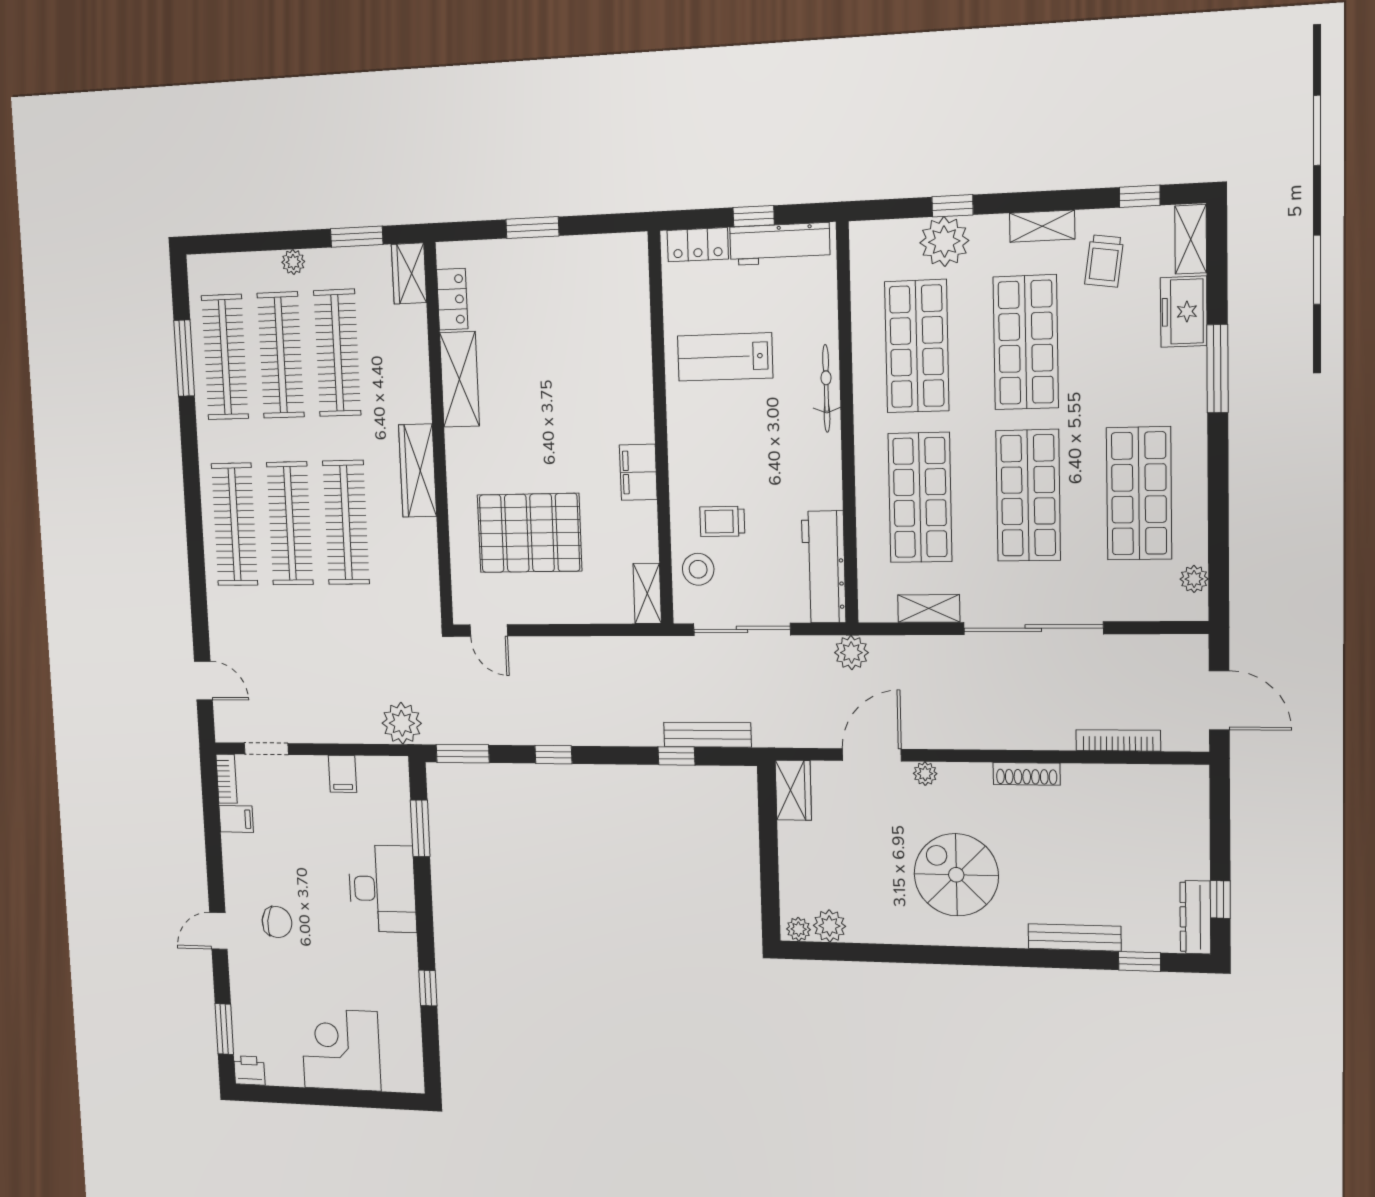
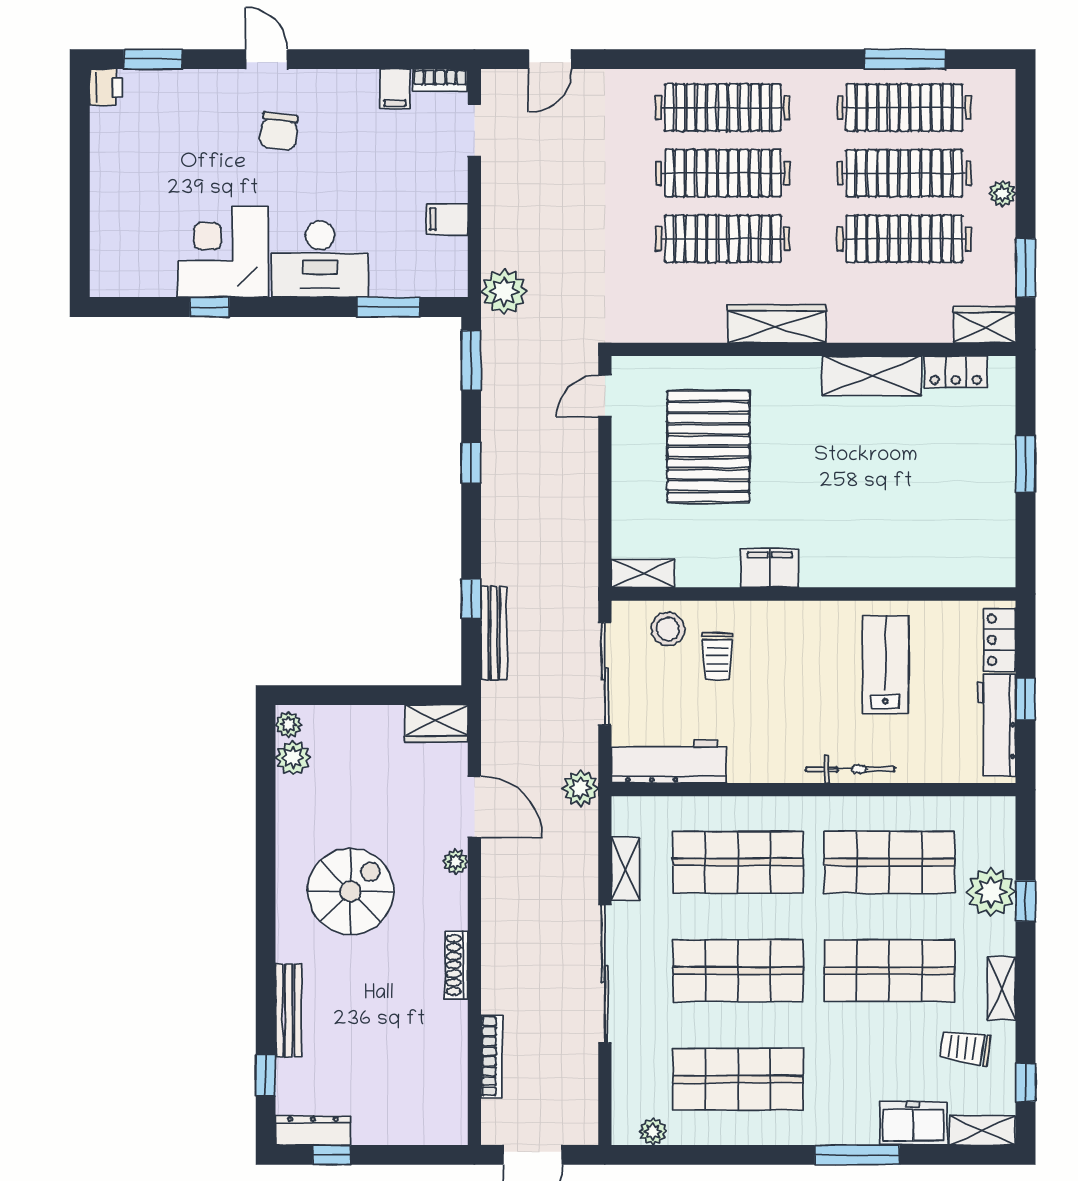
trolley: (722, 521) -> (717, 656), turned 180
corner desk: (341, 1050) -> (223, 252), moved, turned -90

